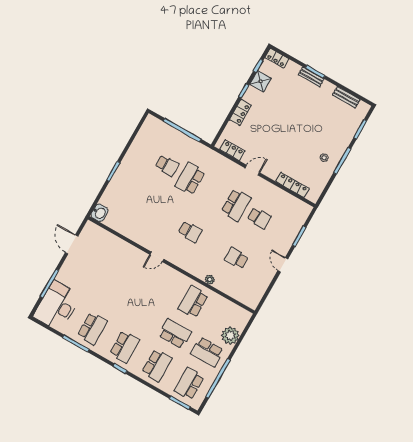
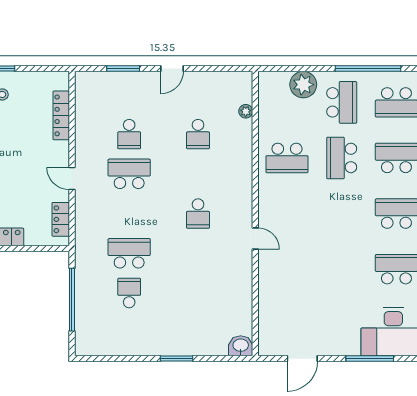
school desk: (190, 179) -> (129, 253), turned 180
school desk: (259, 218) -> (129, 134), turned 180
school desk: (190, 232) -> (198, 214), turned 180
plant: (210, 280) -> (246, 111), moved

